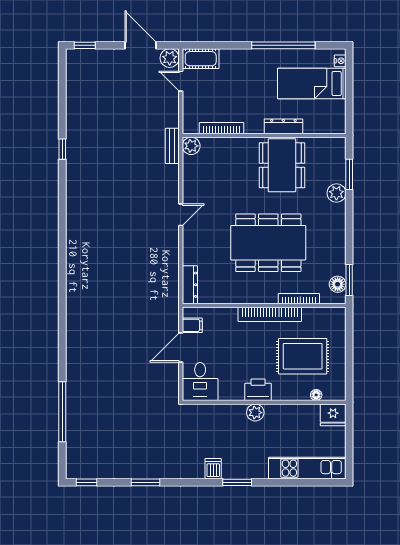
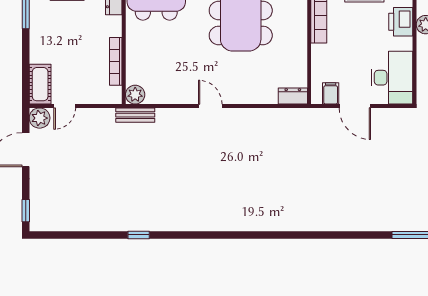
dresser: (190, 285) -> (293, 96), width x0.70
desk: (200, 382) -> (392, 78), width x1.37

